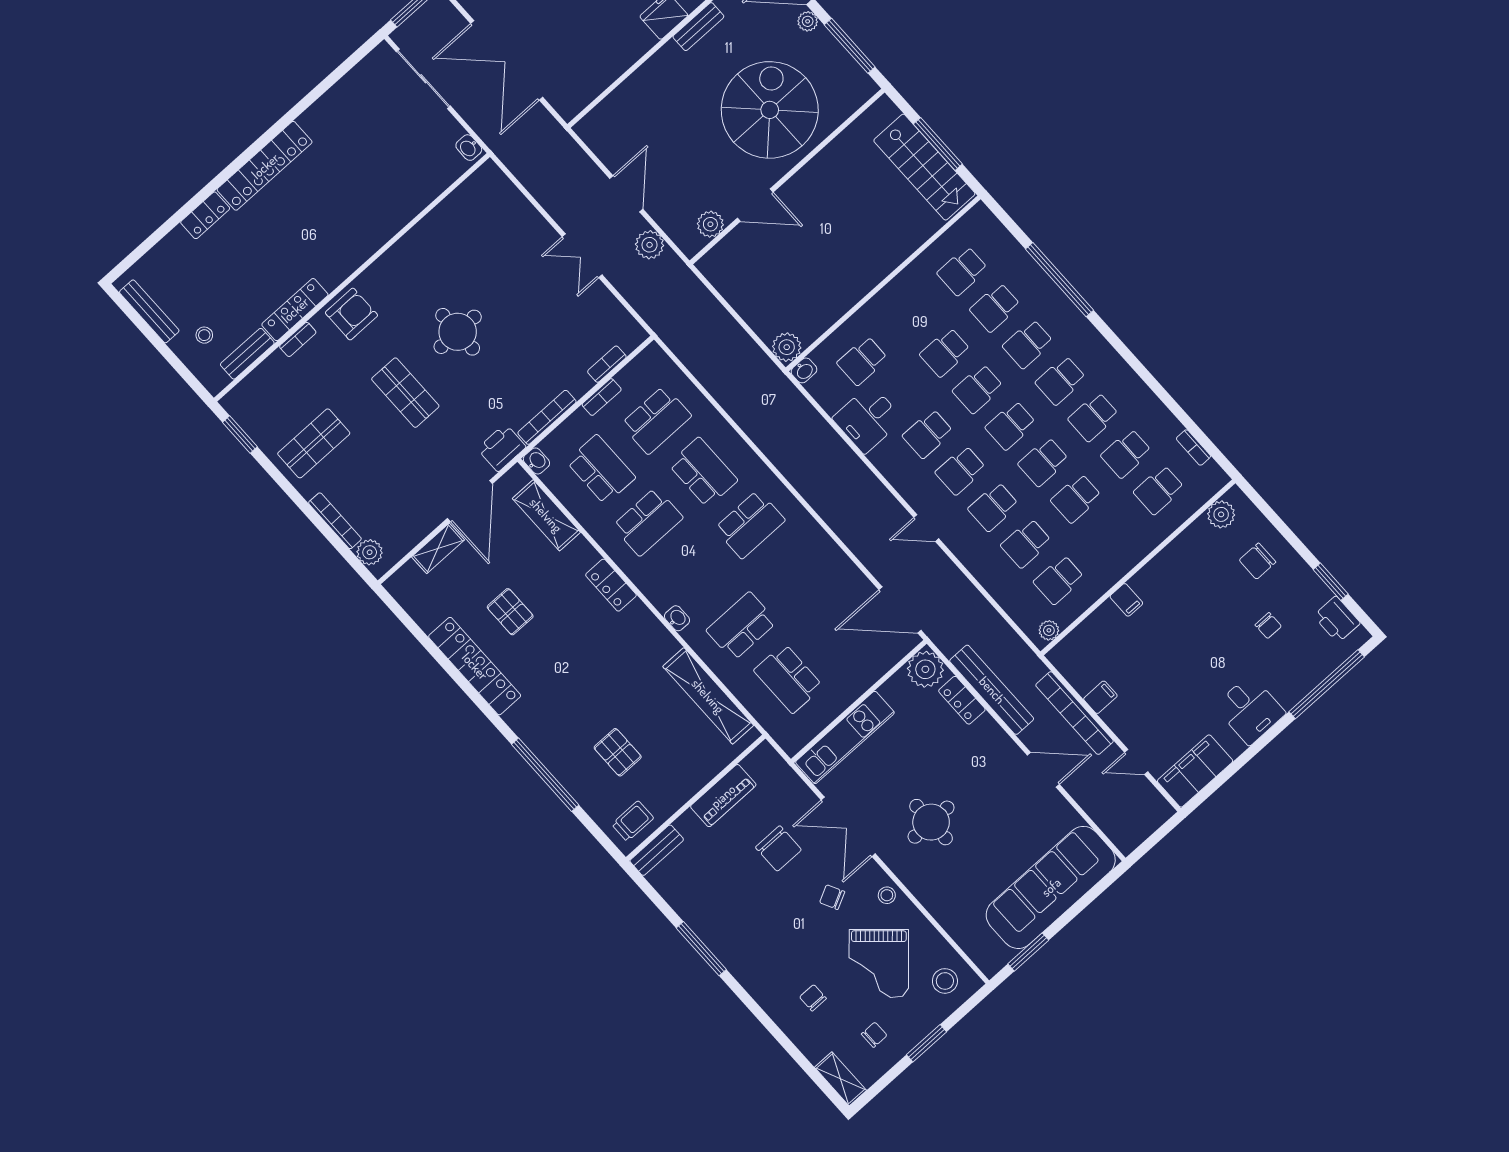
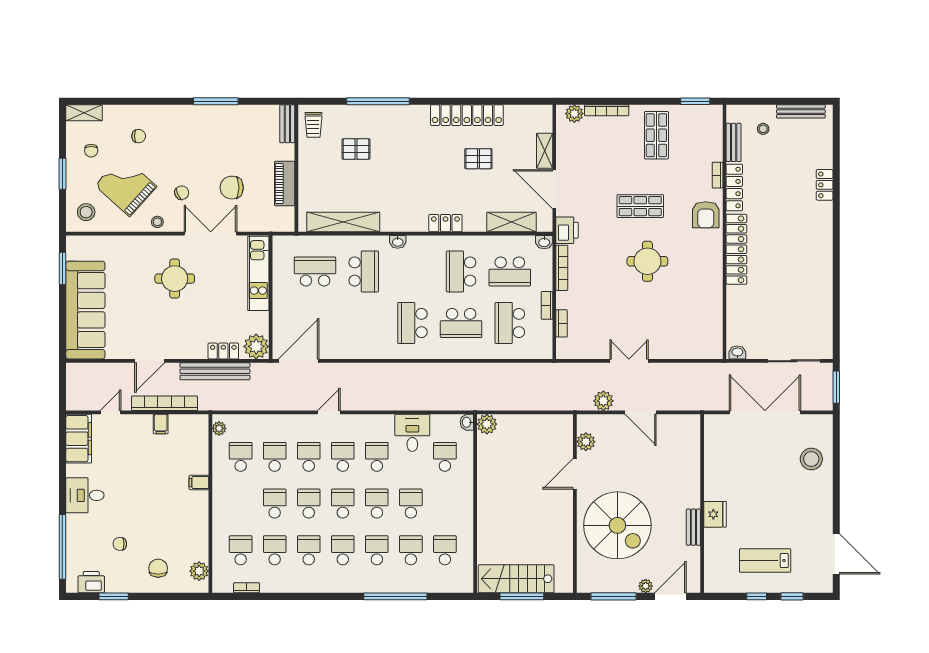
locker: (265, 166) -> (736, 249), moved, turned 180

